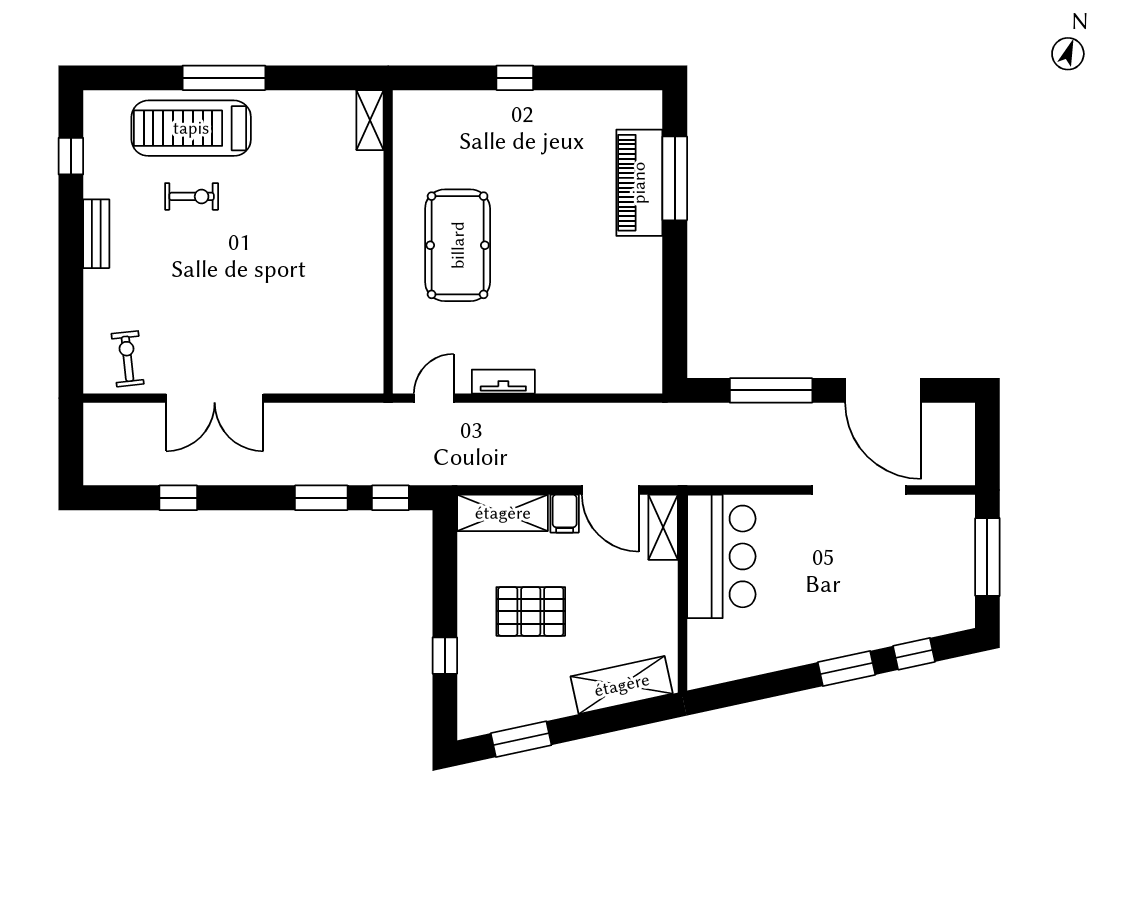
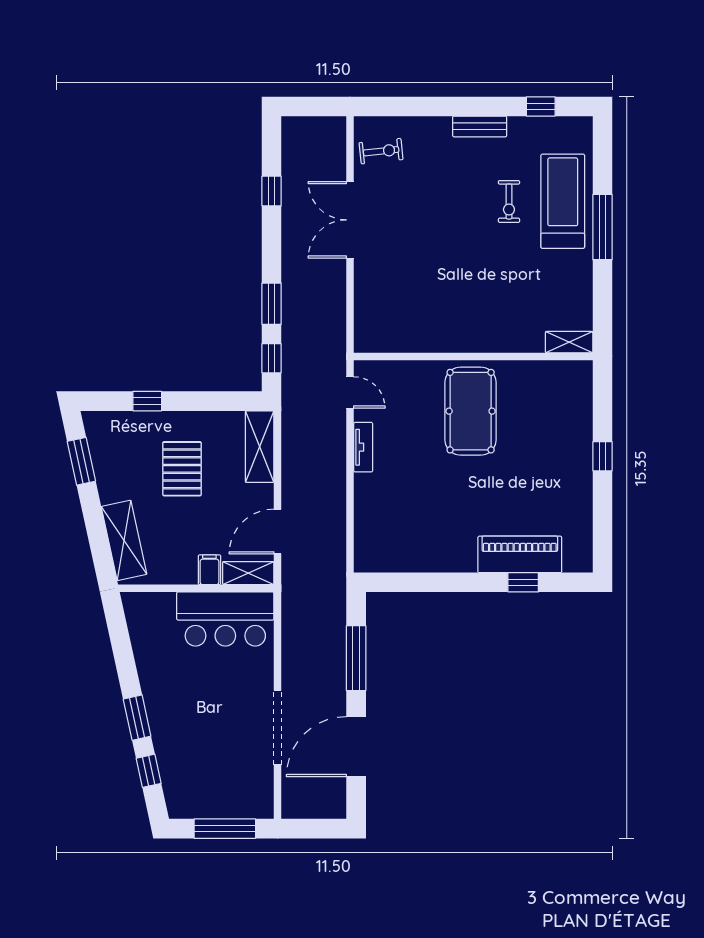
window: (675, 178) -> (523, 582), width x0.46
pool table: (458, 245) -> (471, 411), turned 90
filing cabinet: (565, 514) -> (209, 570), moved, turned 90

